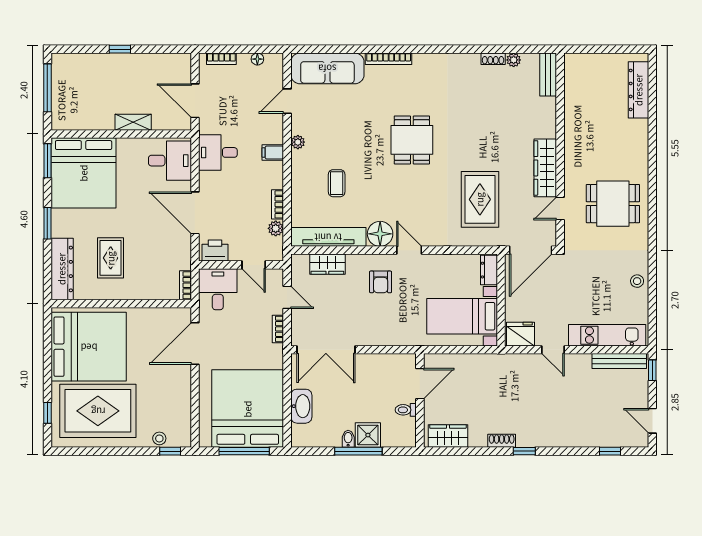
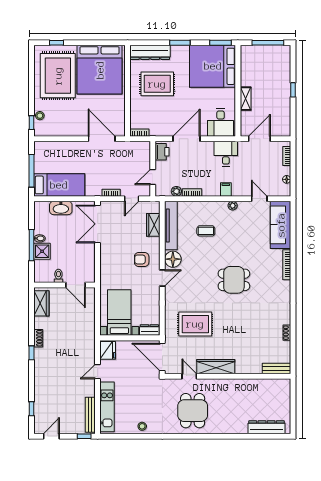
plant: (514, 60) -> (286, 346), removed
rug: (111, 258) -> (157, 84), width x1.36, depth x1.43
desk: (218, 289) -> (137, 154), removed
bed: (248, 409) -> (59, 185), width x0.49

